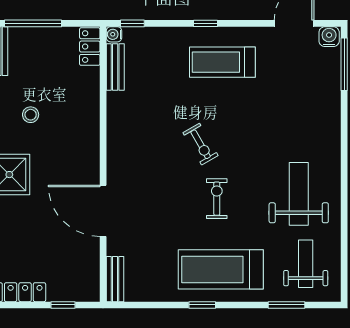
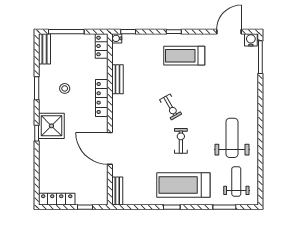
bench: (115, 67) -> (117, 79), moved
locker: (90, 130) -> (102, 98), added

